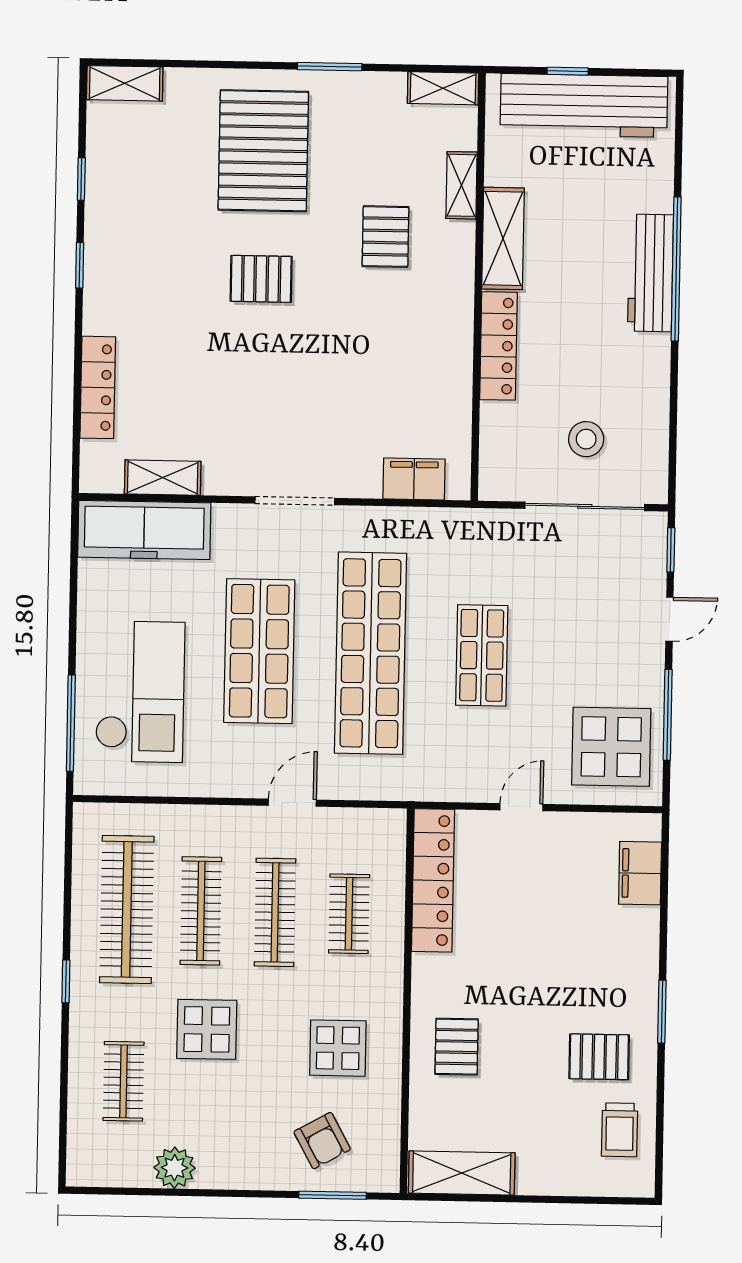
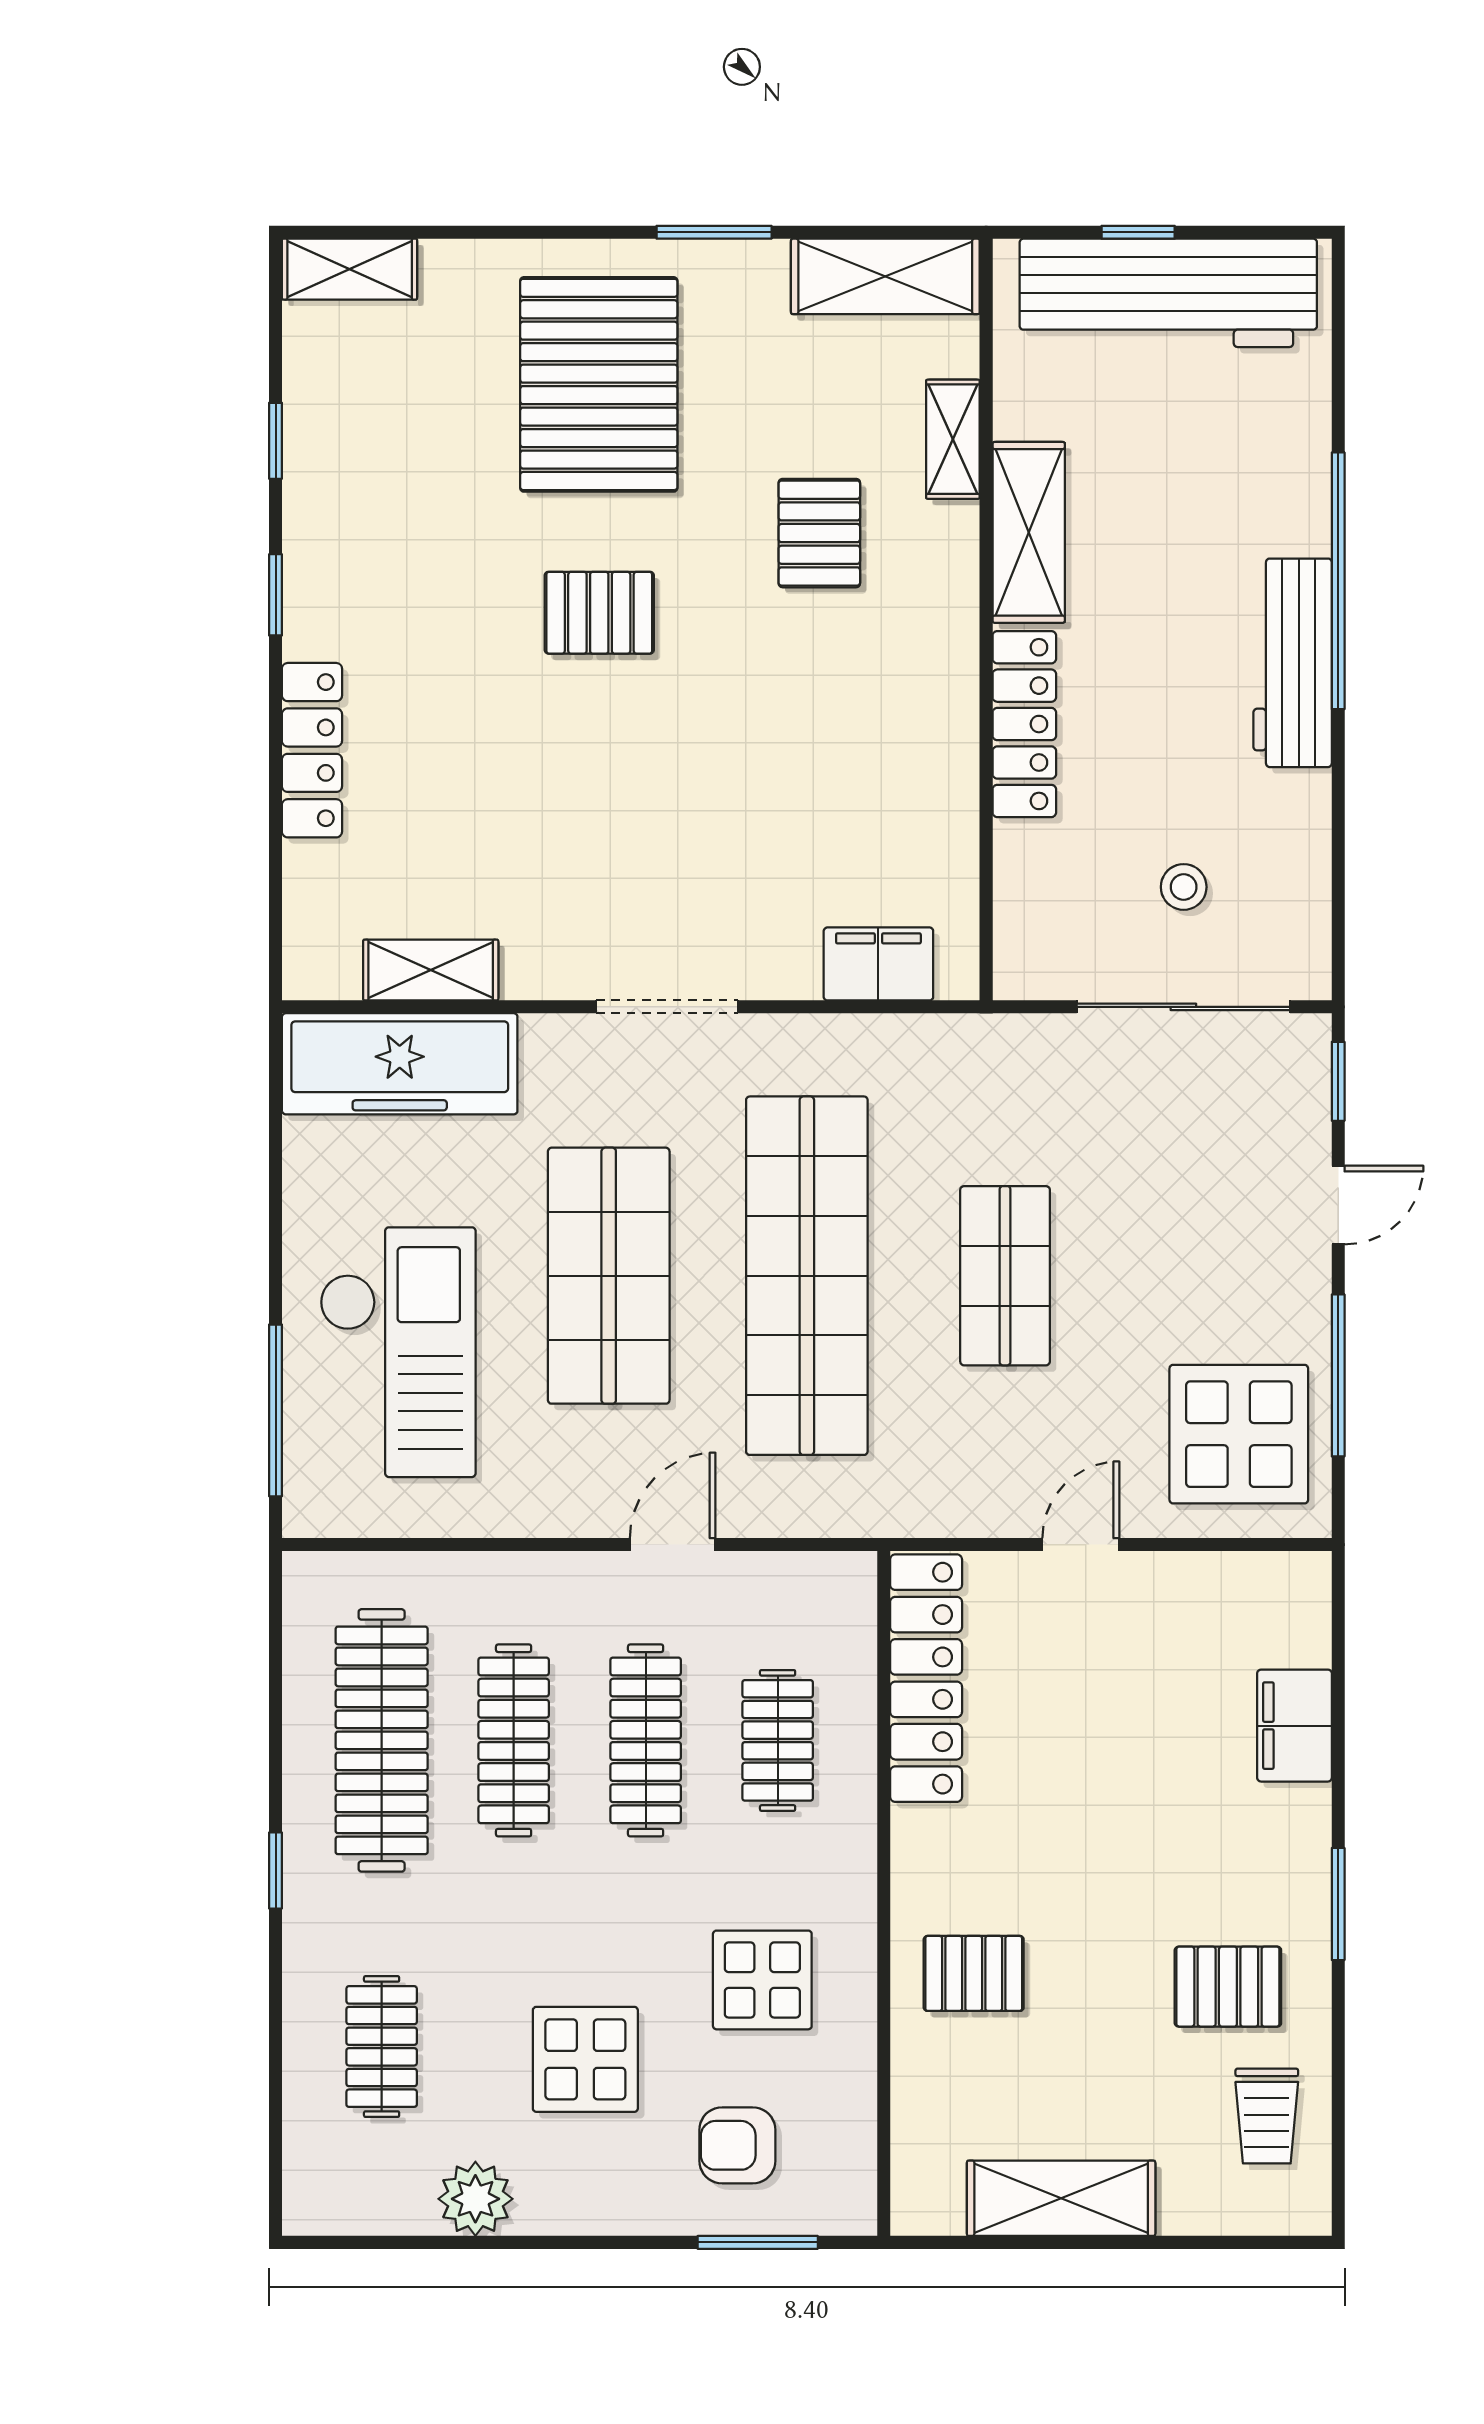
shelving: (443, 88) -> (885, 276), width x1.50, depth x1.33
workbench: (651, 273) -> (1293, 663), moved
locker: (98, 387) -> (312, 750), moved
stool: (586, 439) -> (1184, 887), width x0.73, depth x0.73
filing cabinet: (640, 873) -> (1294, 1726), moved
display table: (207, 1029) -> (585, 2059), moved
pallet: (457, 1047) -> (974, 1973), turned 90
armchair: (322, 1141) -> (737, 2145), turned 119
shelving: (462, 1173) -> (1061, 2198), moved

